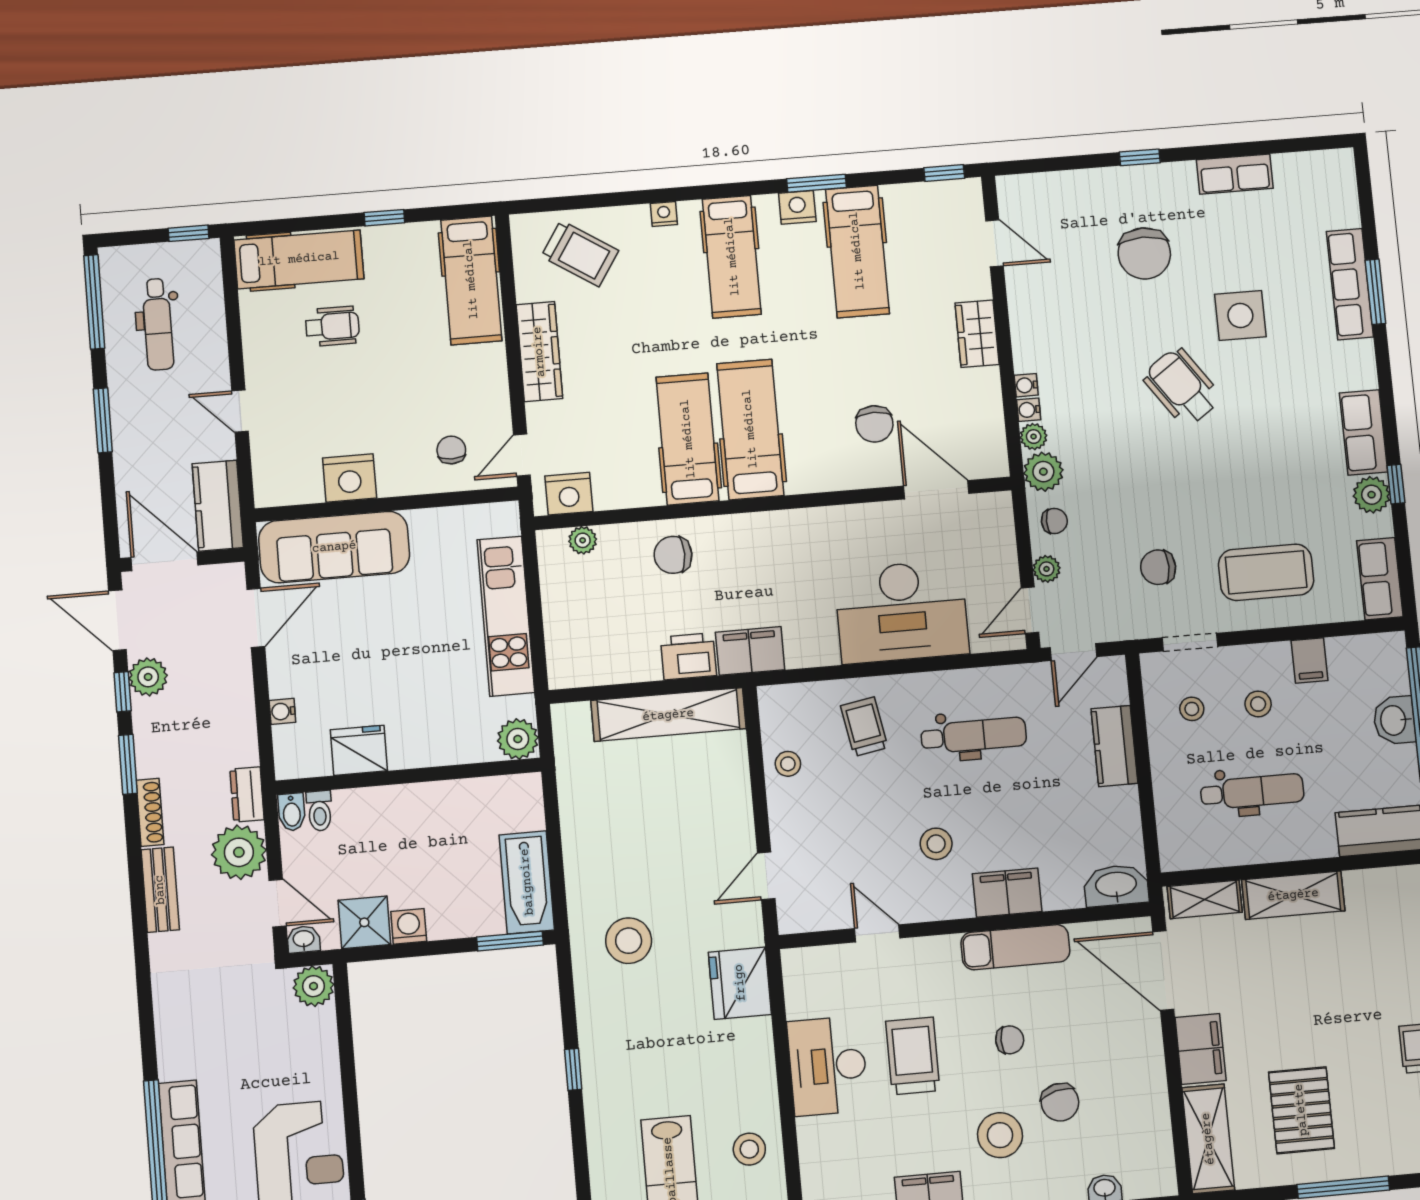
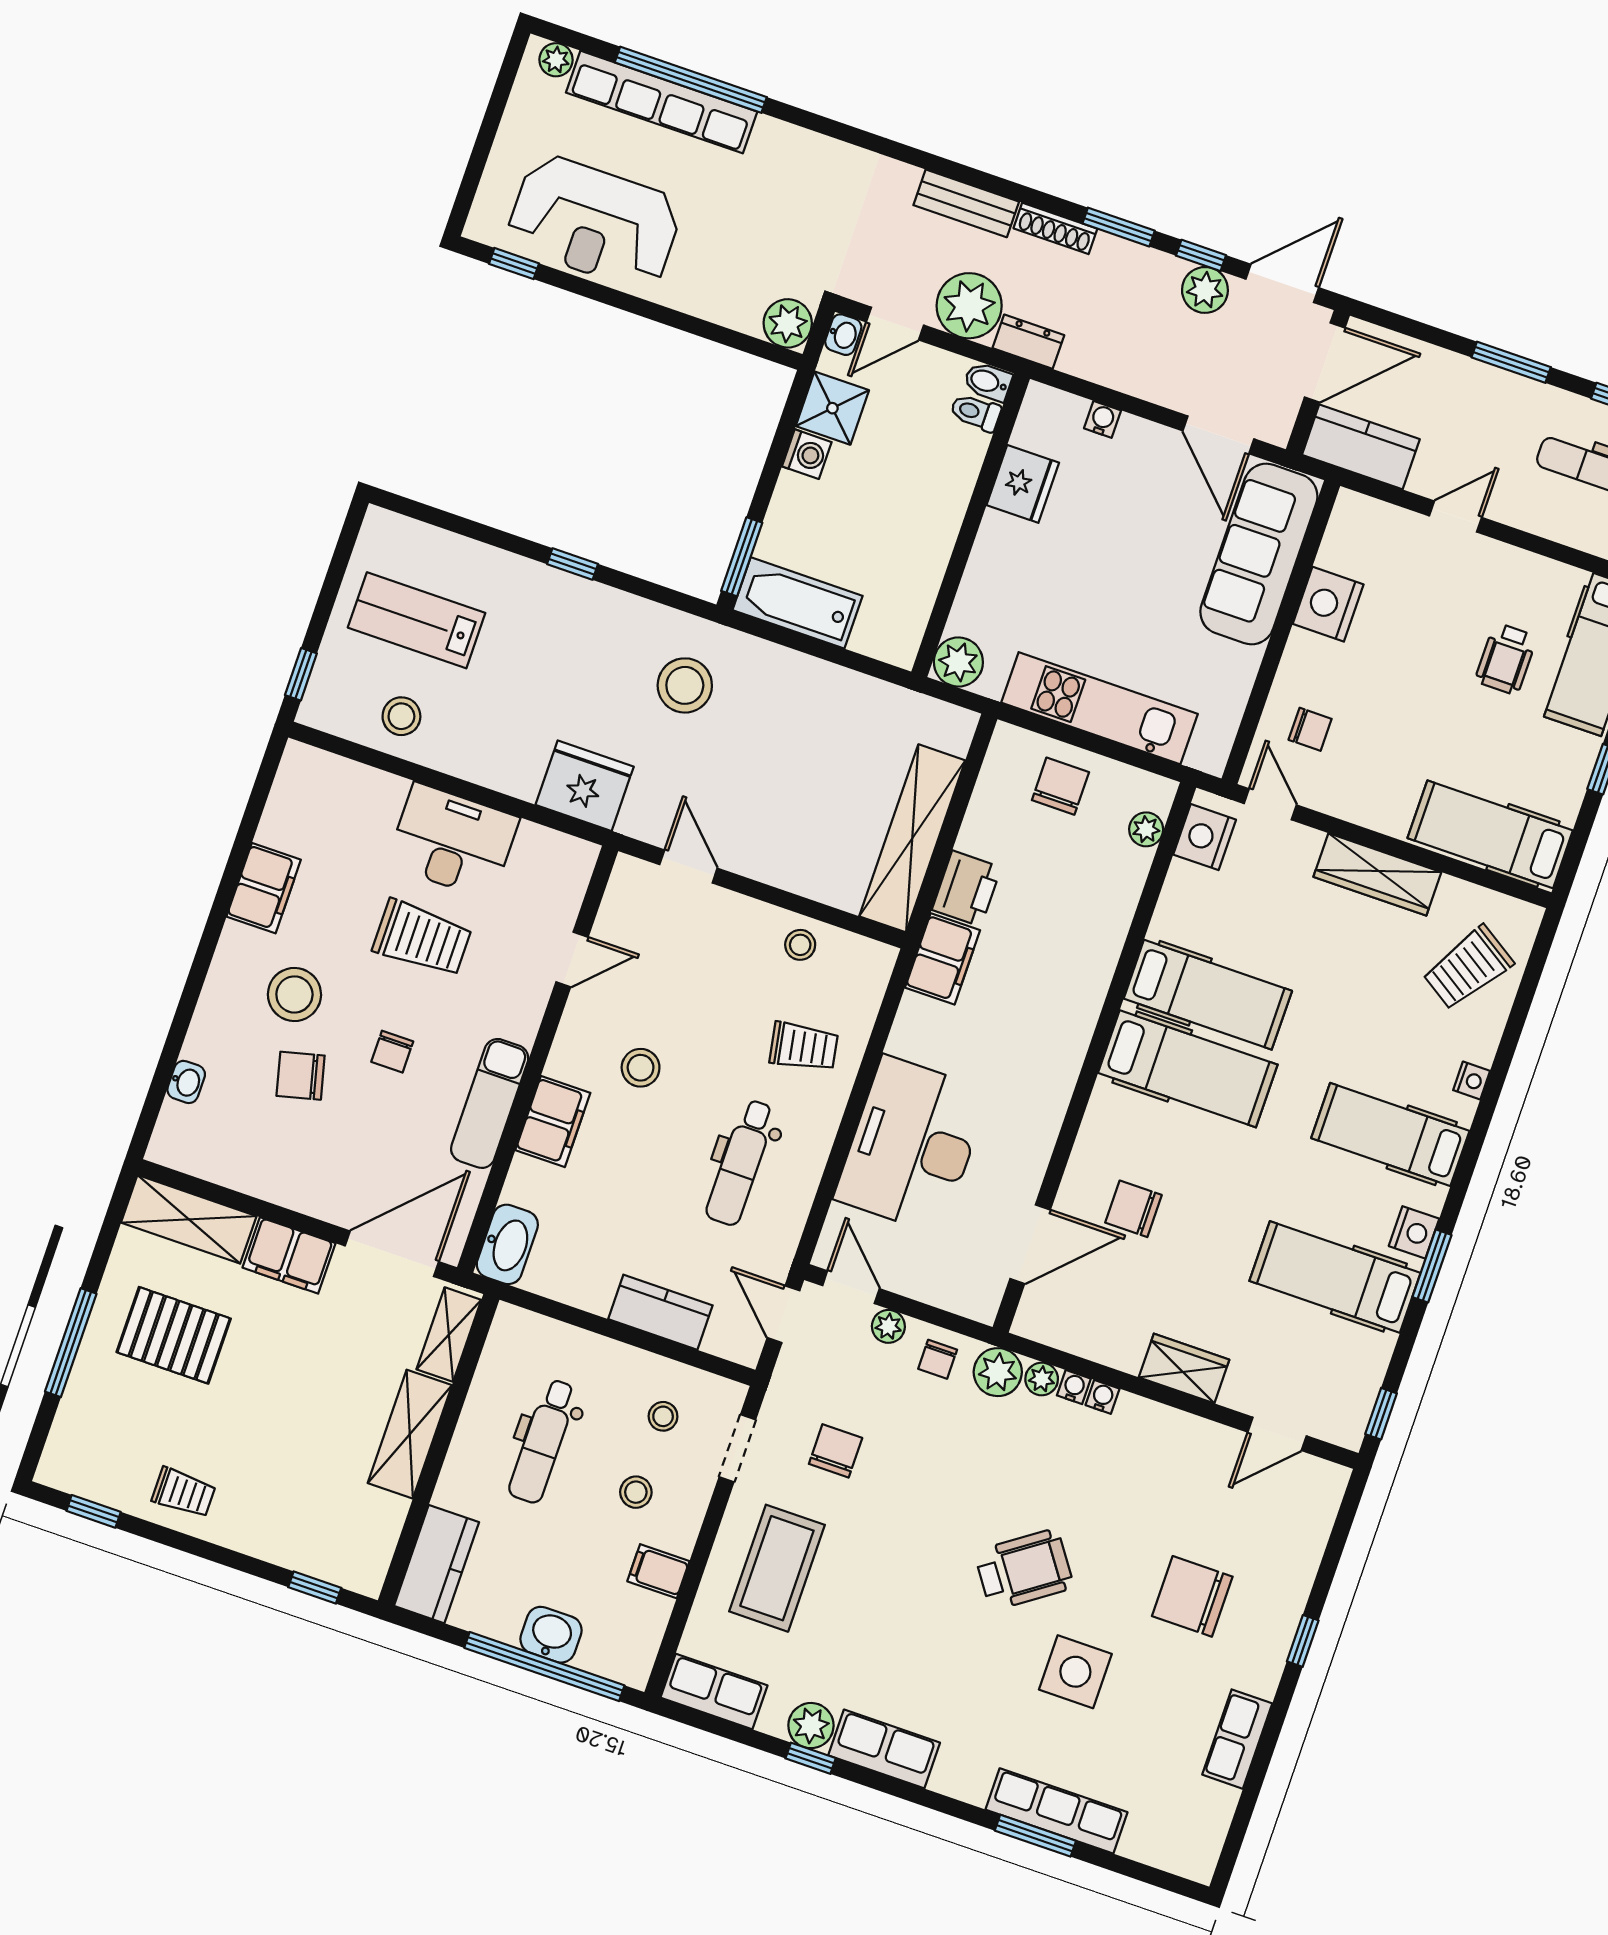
chair: (673, 555) -> (1060, 786), moved

